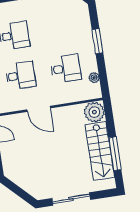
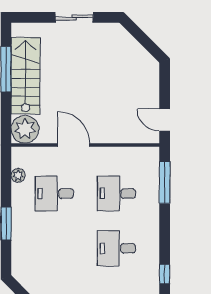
door: (39, 109) -> (74, 145), moved
sliding door: (71, 199) -> (74, 17), width x0.73

